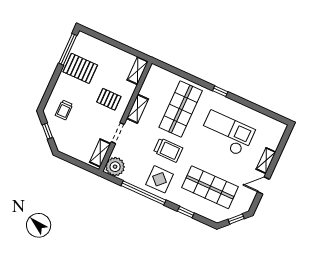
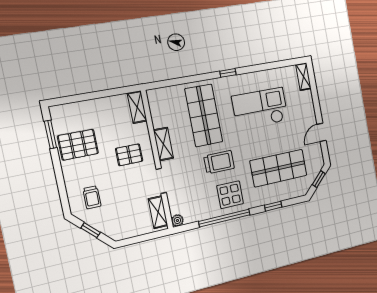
window: (68, 49) -> (50, 134), width x0.69
shelving: (266, 161) -> (303, 77), moved
plant: (115, 167) -> (177, 220), width x0.53, depth x0.53

